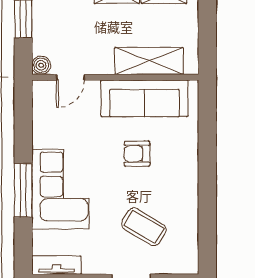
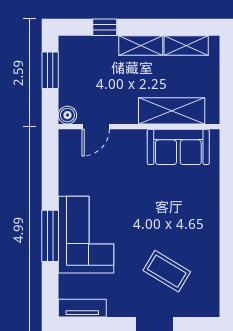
sofa: (144, 98) -> (178, 147), width x0.73
armchair: (137, 154) -> (160, 200), removed

